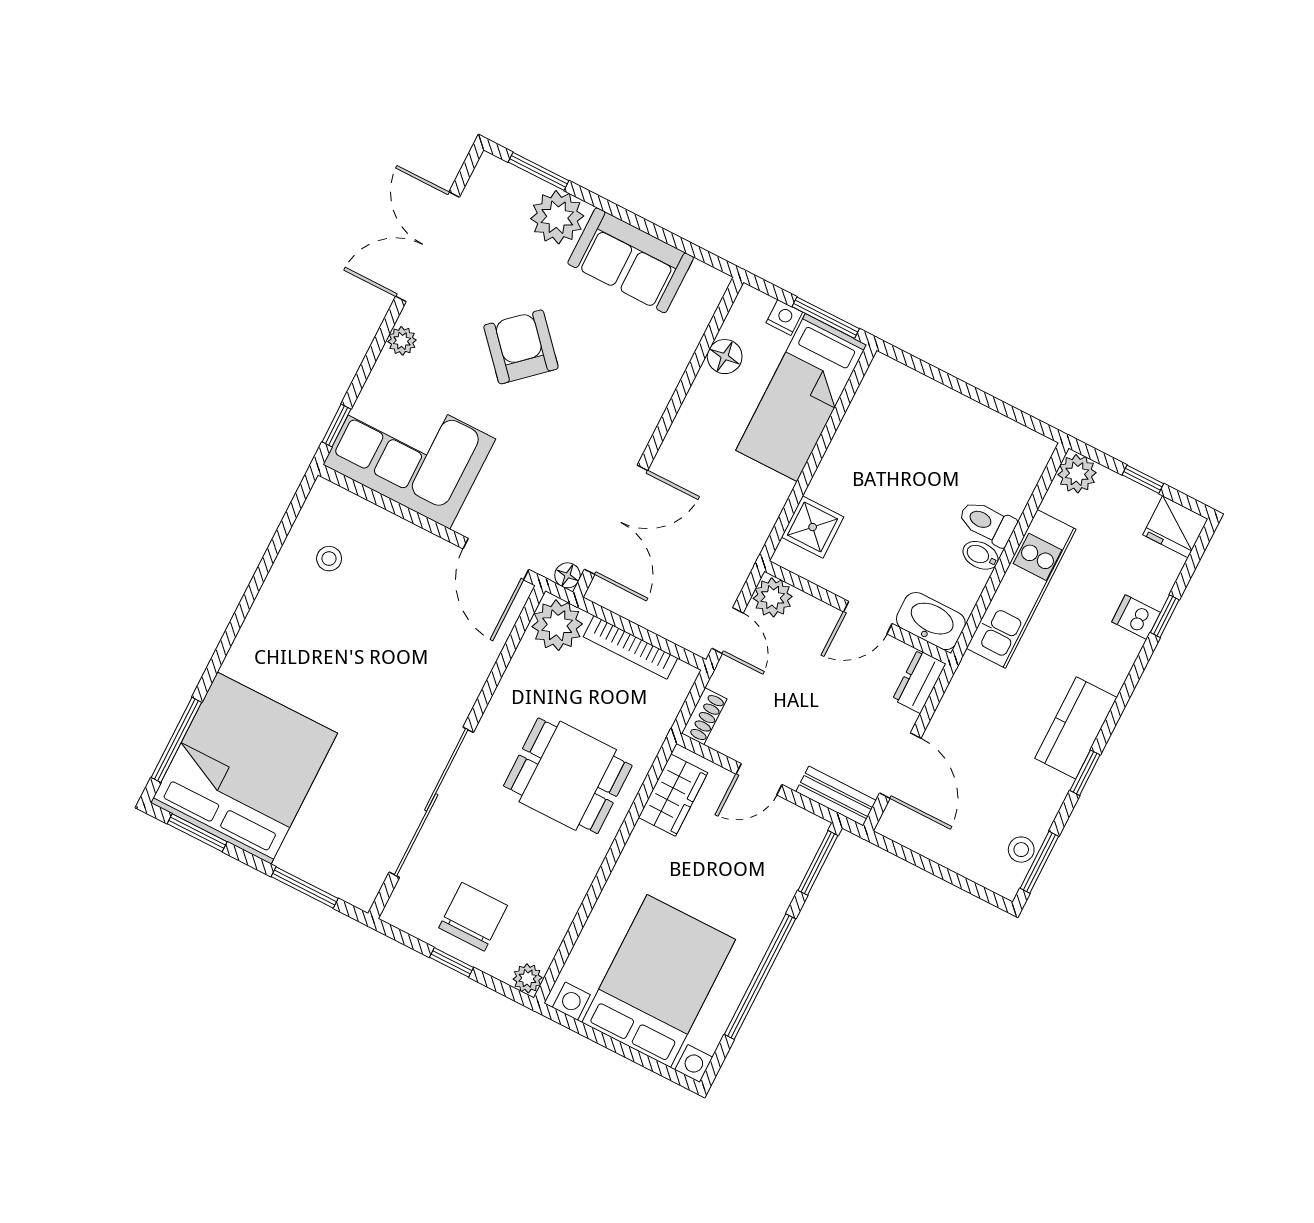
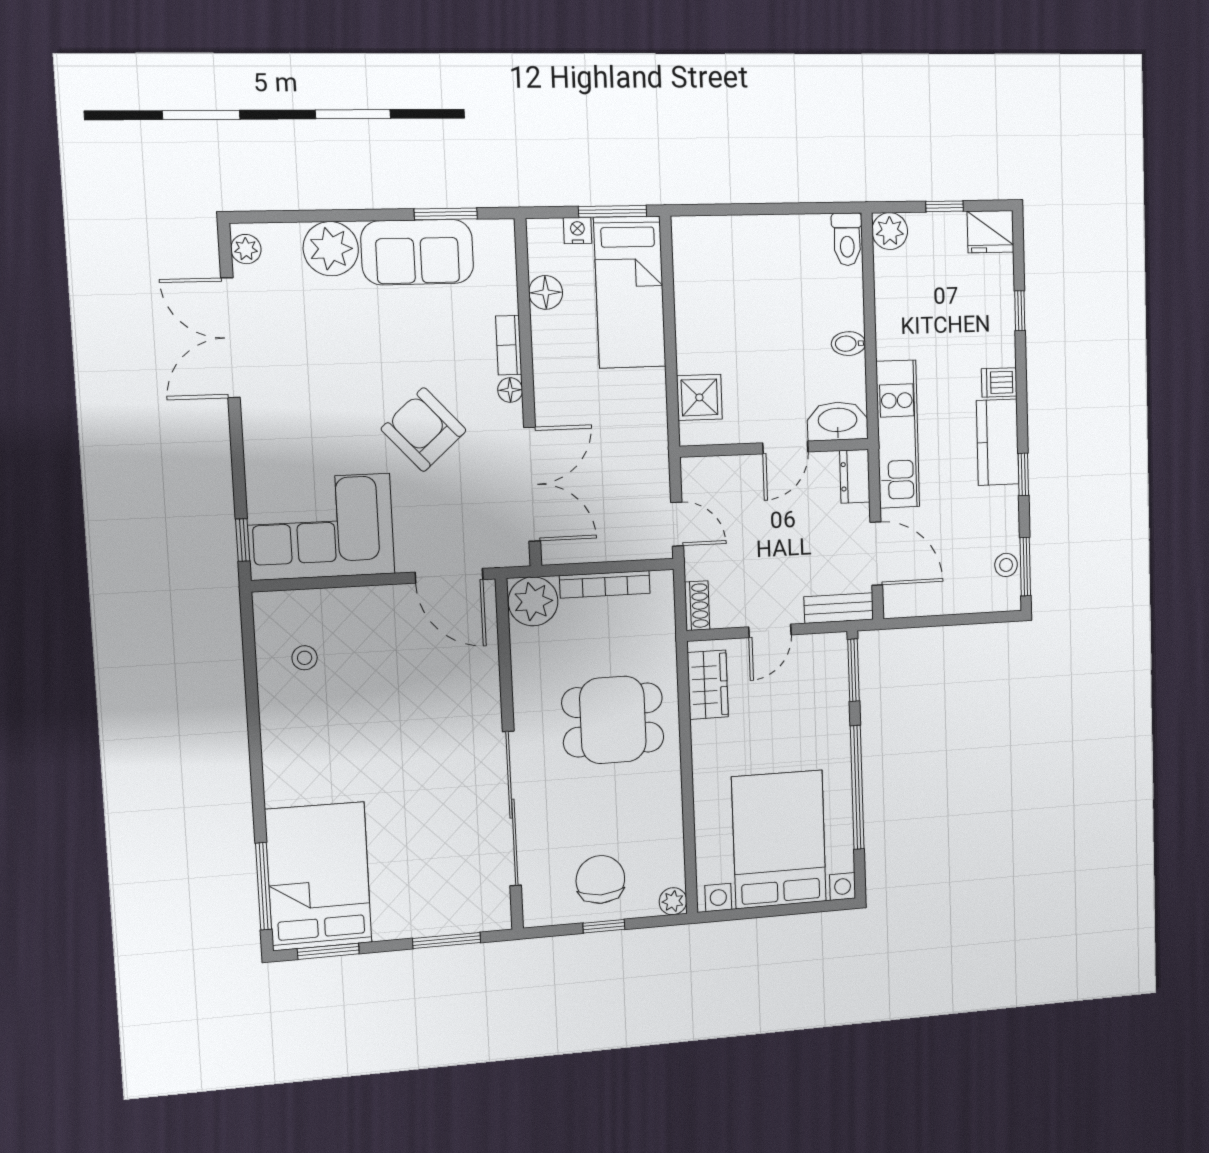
window: (538, 171) -> (446, 214), moved
plant: (402, 341) -> (246, 249), moved
armchair: (521, 347) -> (424, 430), moved
bookcase: (665, 385) -> (509, 345), added
toilet: (987, 523) -> (847, 239), moved, turned -90
floor lamp: (567, 575) -> (510, 390), moved
kitchen unit: (1021, 589) -> (898, 434), moved
plant: (773, 597) -> (699, 475), removed
dishwasher: (1136, 617) -> (999, 382), moved
bed: (244, 768) -> (318, 876), width x0.73

